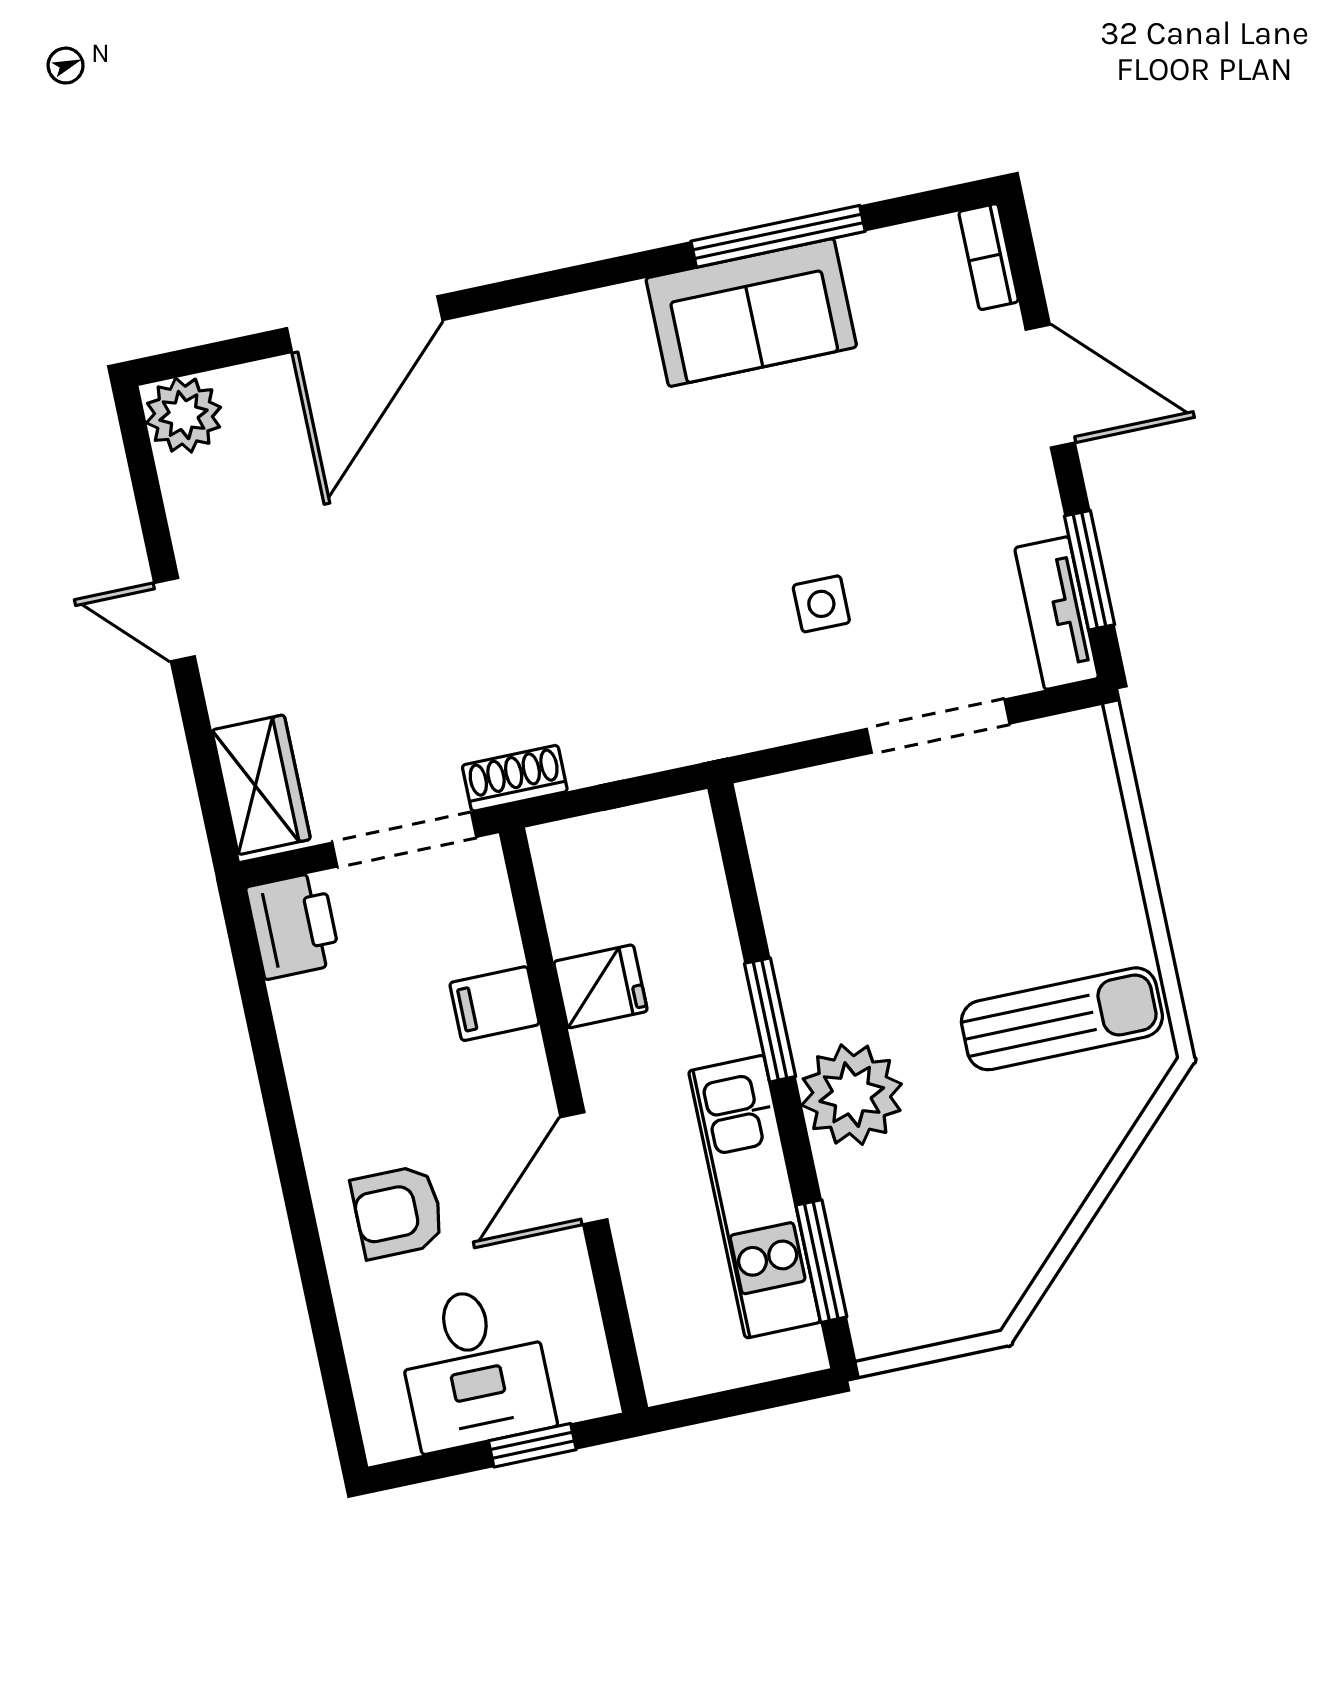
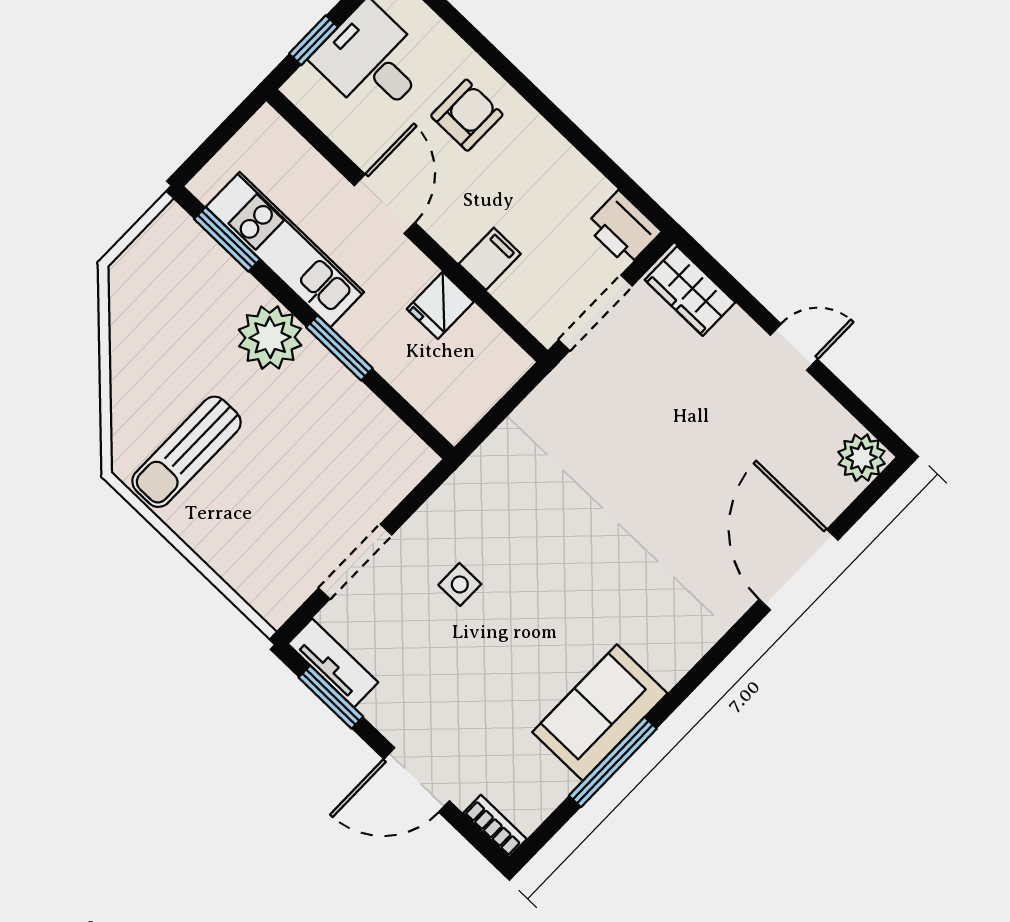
shoe rack: (515, 778) -> (559, 384), removed

